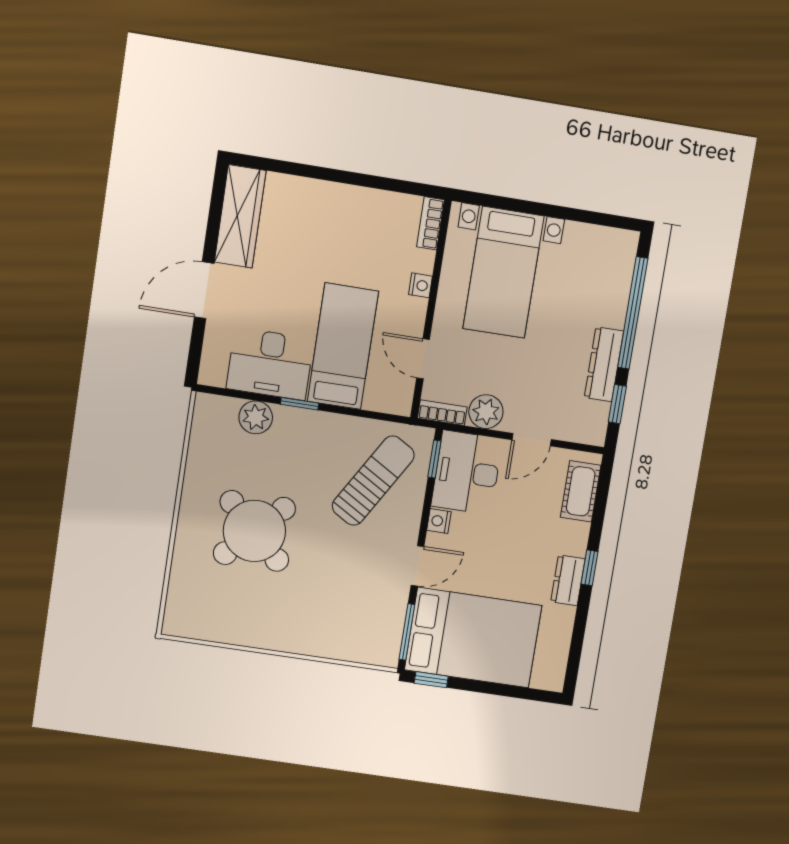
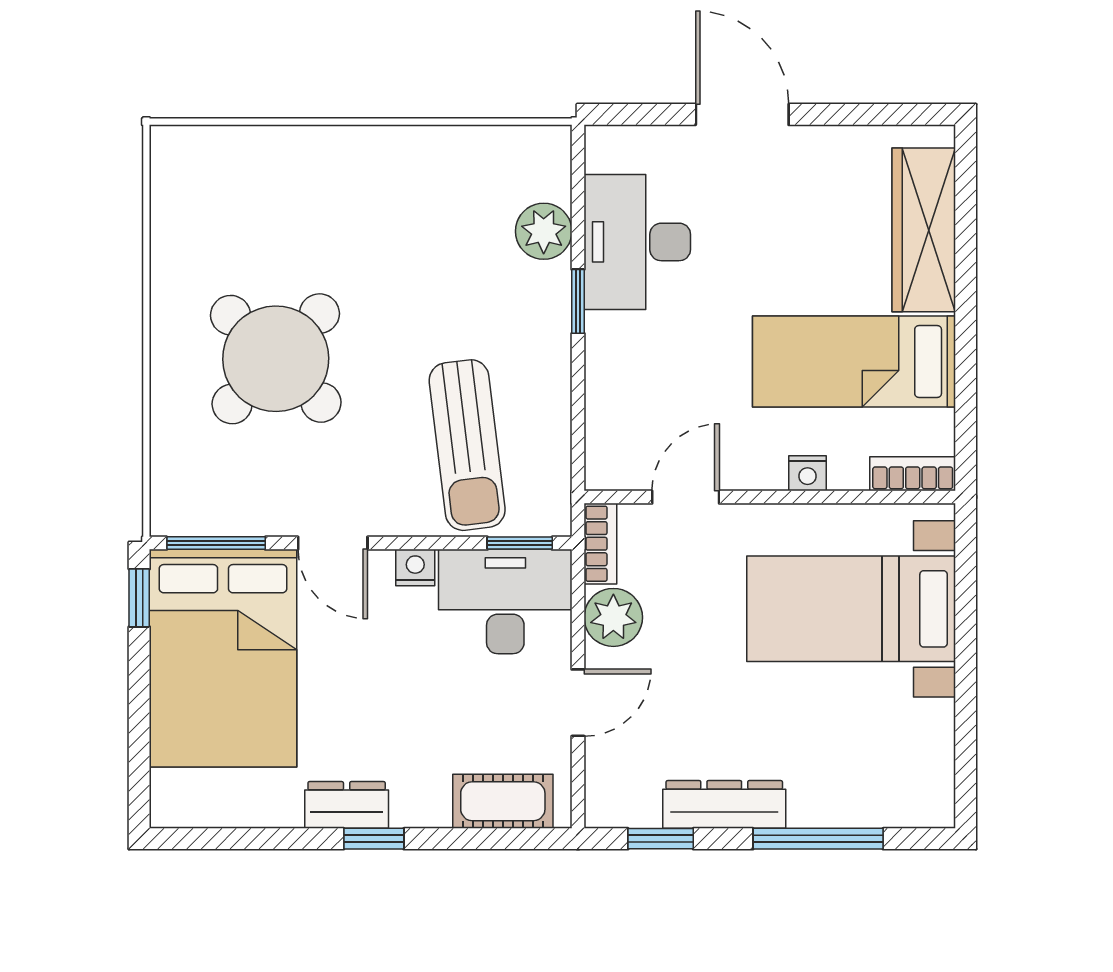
wardrobe: (240, 216) -> (924, 230), moved, turned 90
window: (633, 313) -> (818, 839), width x0.68
bed: (343, 346) -> (854, 362), moved, turned 180
door: (532, 440) -> (578, 703), swing flipped
sun lounger: (373, 481) -> (467, 445), turned 52
round table: (254, 531) -> (276, 359), moved

